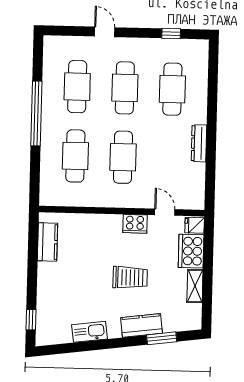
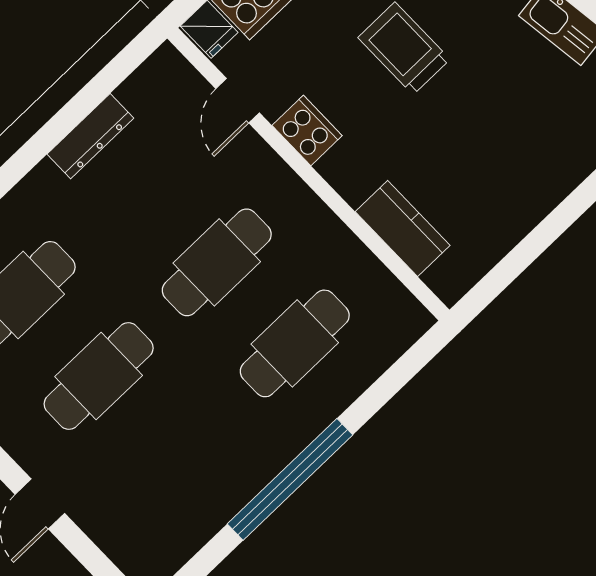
cafe table: (77, 87) -> (177, 457), removed
dresser: (199, 143) -> (90, 136), moved
kitchen counter: (47, 242) -> (403, 229), moved, turned 90

